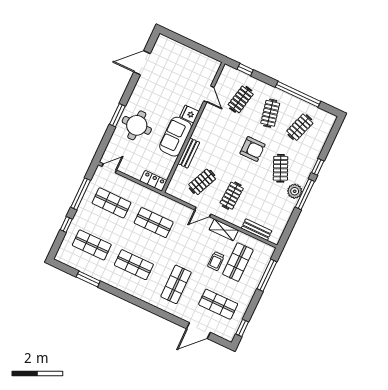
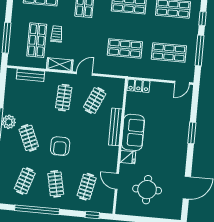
round table: (137, 125) -> (147, 190), moved
armchair: (253, 149) -> (60, 146), turned -90
bench: (189, 153) -> (115, 127), width x1.36

